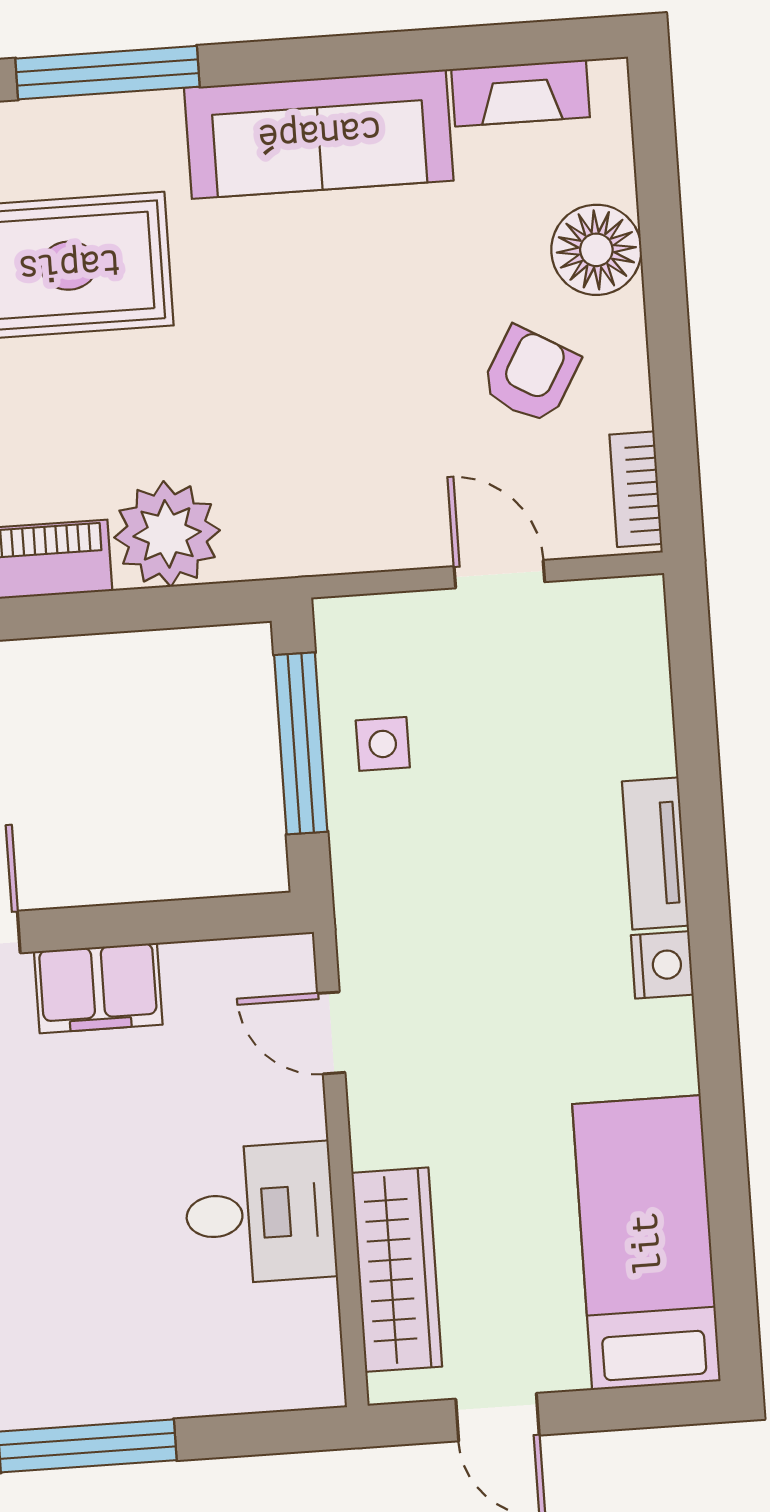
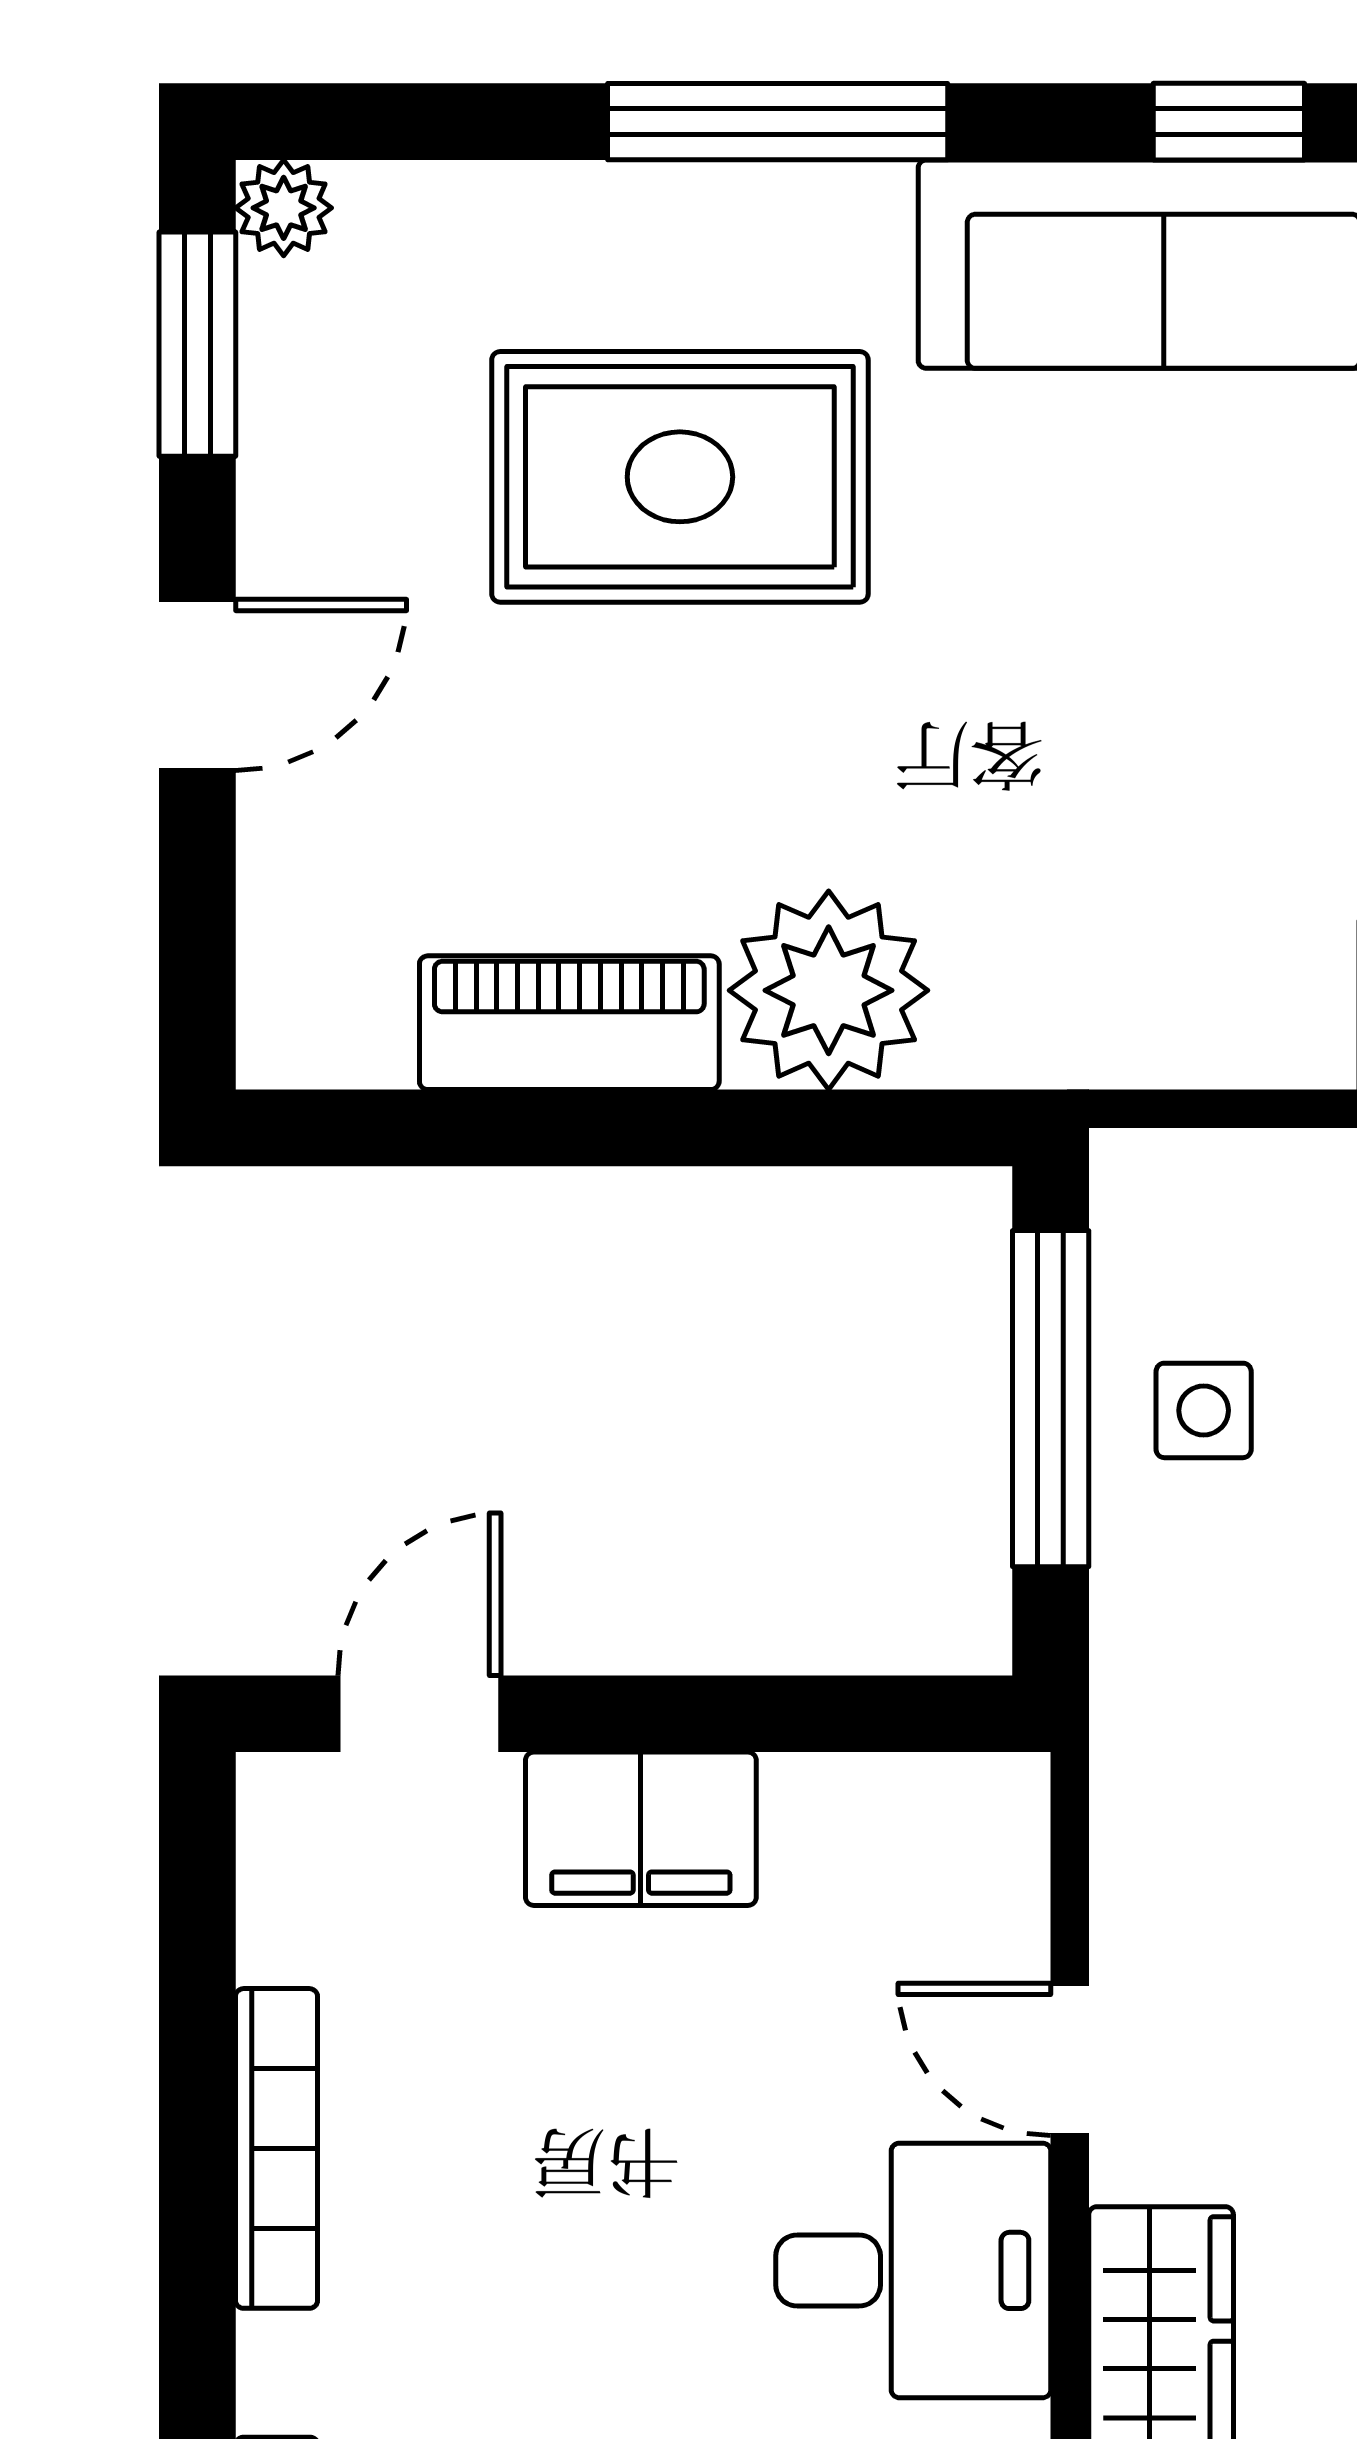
window: (348, 56) -> (1229, 122), added
door: (331, 1033) -> (1070, 2059), moved

